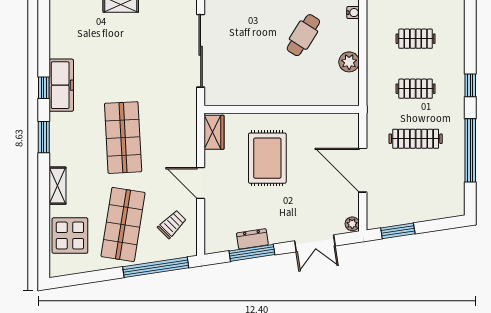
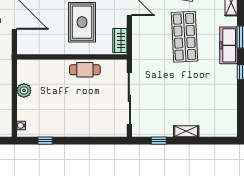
cafe table: (303, 35) -> (85, 70), moved, turned 58
freezer: (61, 85) -> (228, 45), moved

